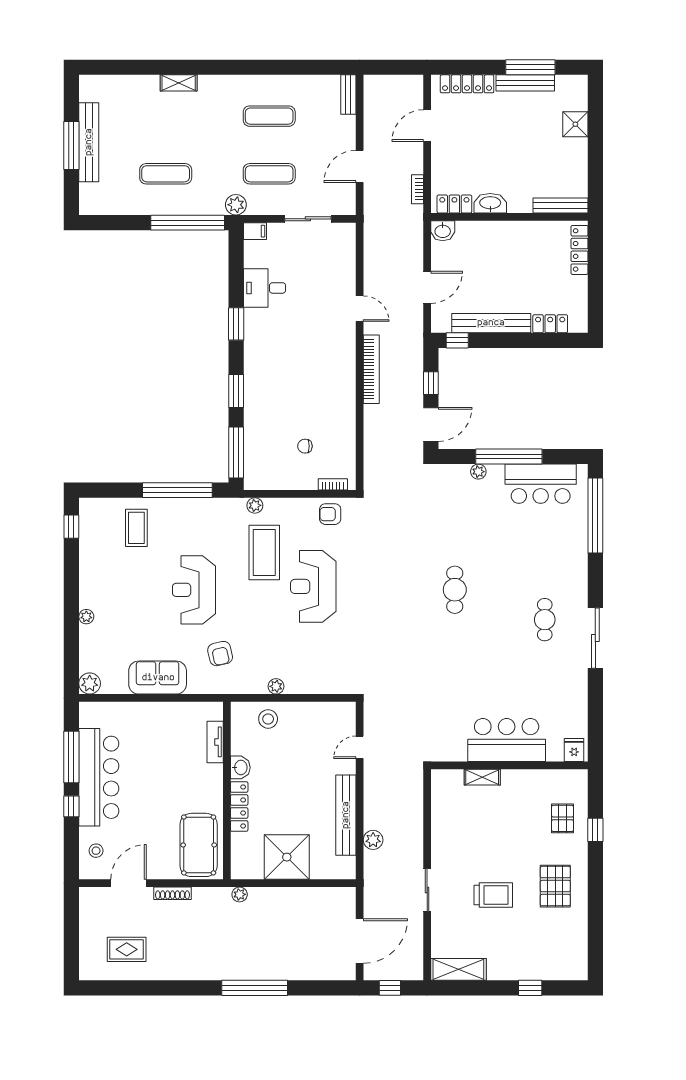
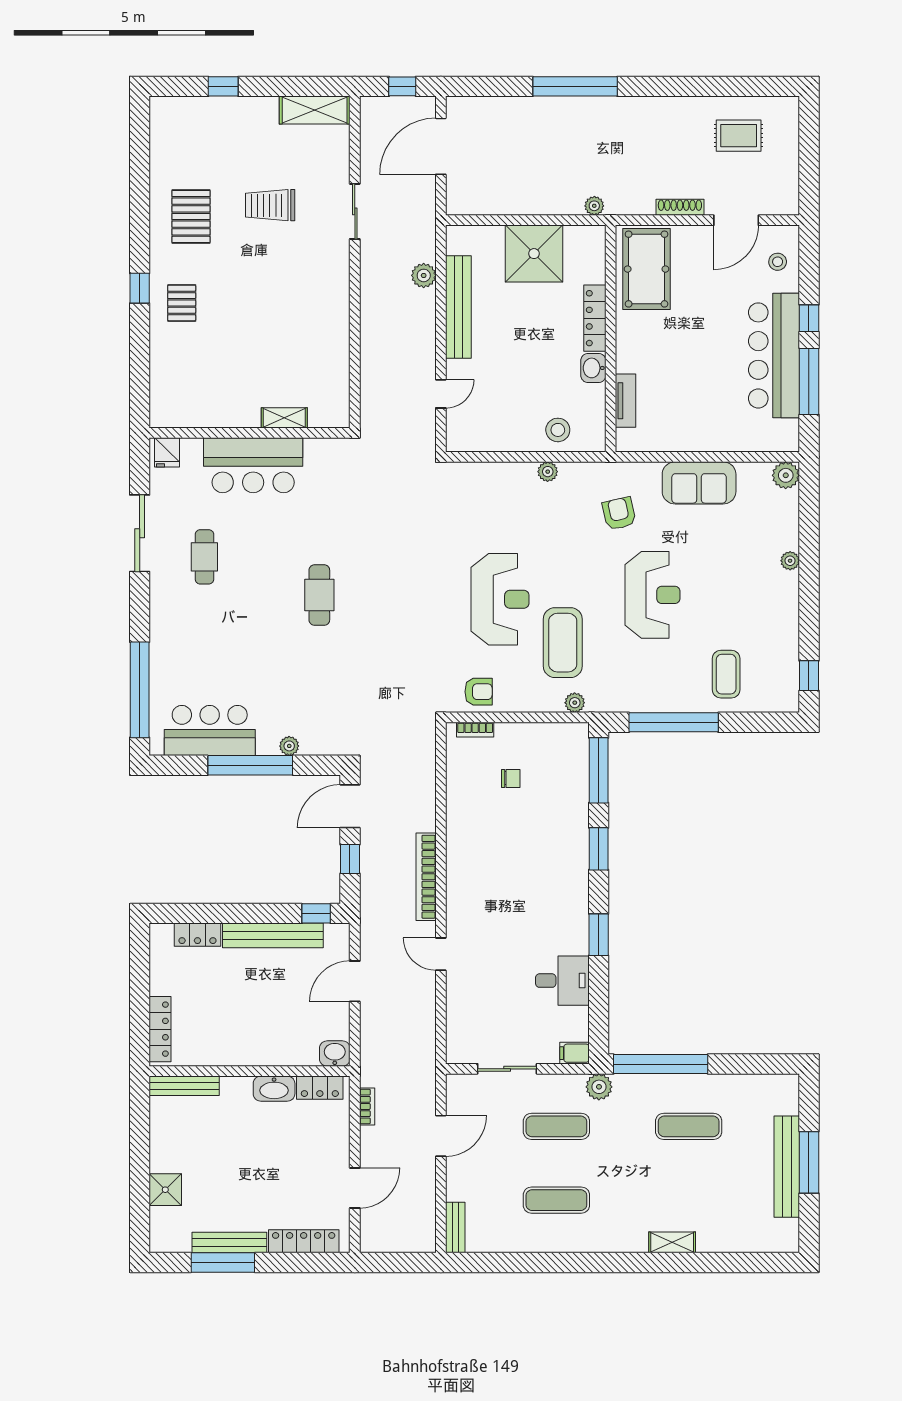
bar counter: (507, 740) -> (253, 465), moved
fridge: (574, 750) -> (167, 452), moved
wall: (509, 765) -> (250, 433), moved
shelving: (482, 777) -> (284, 418), moved

